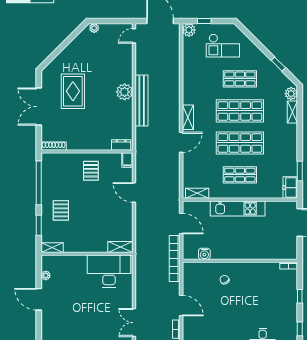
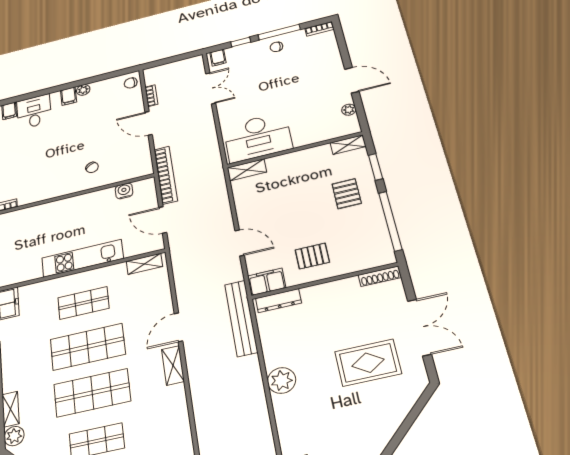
rug: (73, 91) -> (368, 363), turned 90
bench: (142, 100) -> (241, 318), moved
dresser: (121, 145) -> (279, 301), width x1.44
filing cabinet: (127, 160) -> (267, 282), width x2.00
pallet: (91, 171) -> (312, 256), turned 90

